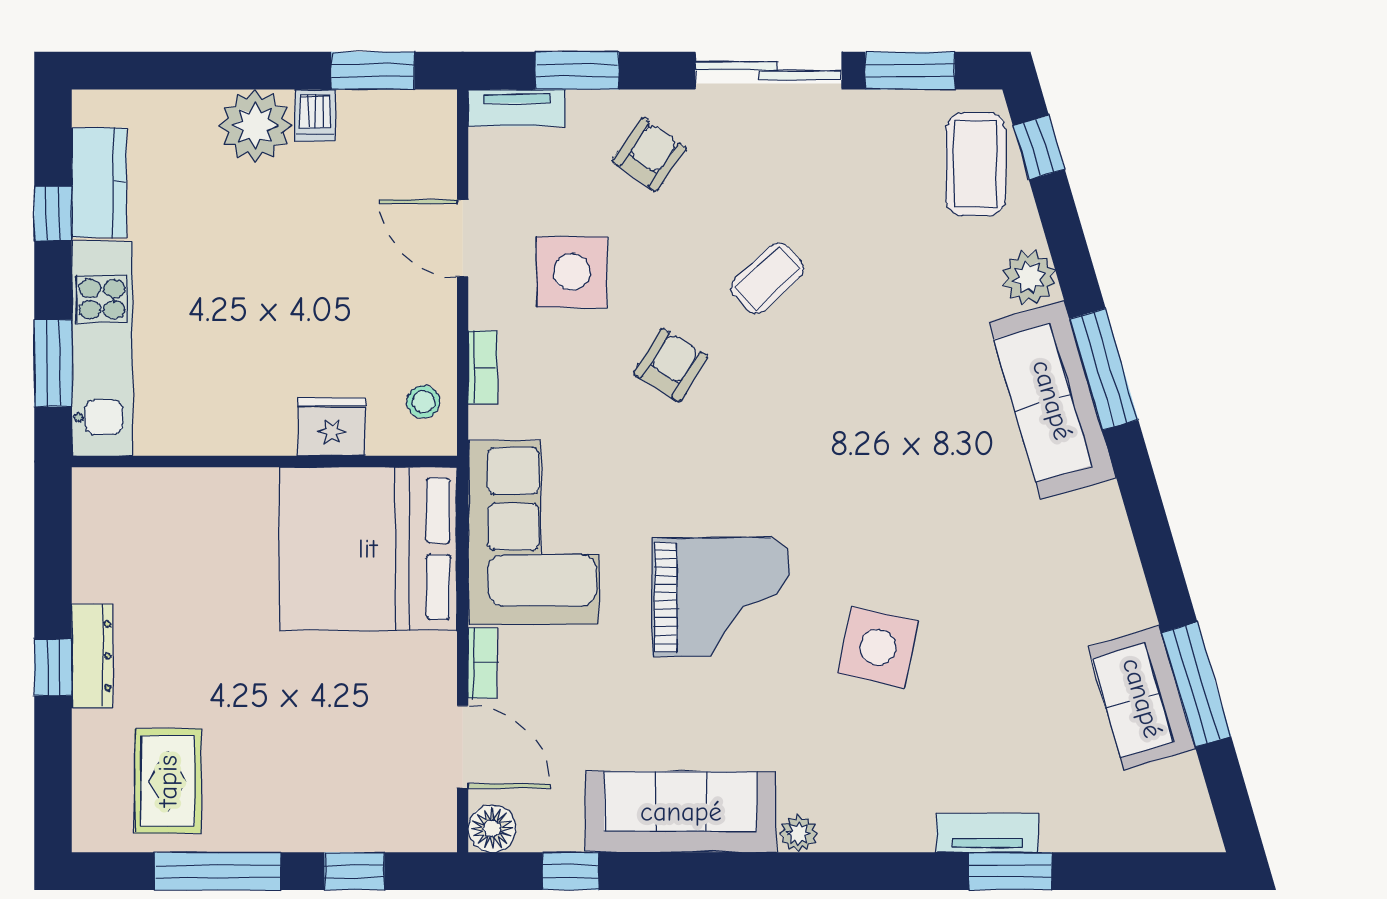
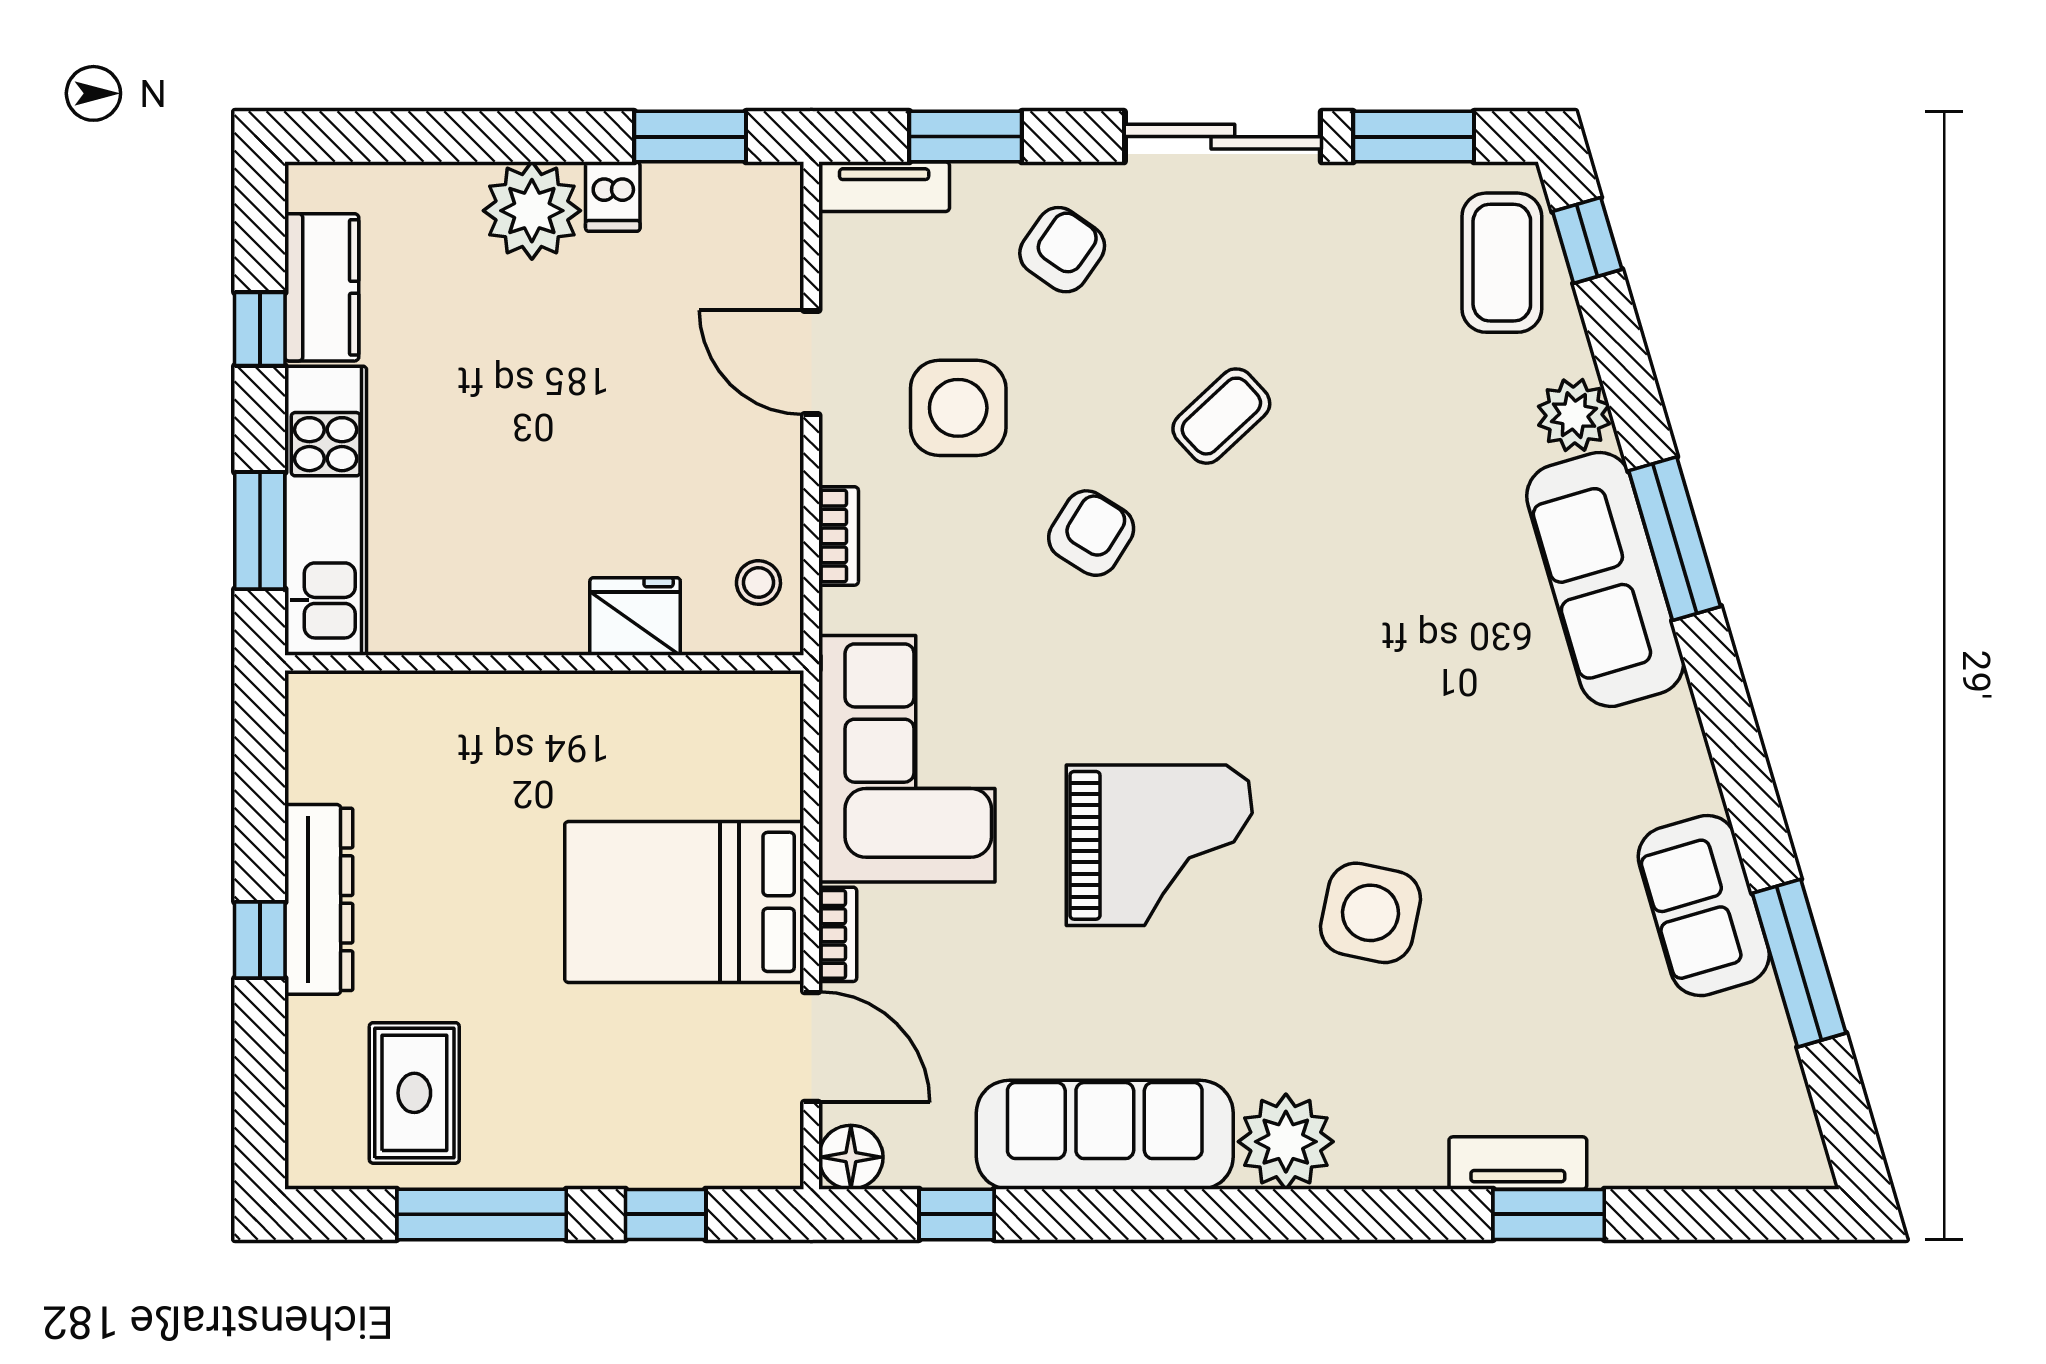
bed: (368, 549) -> (684, 902), moved, width x0.73
dresser: (92, 656) -> (319, 899), width x1.37, depth x1.24
sofa: (1142, 698) -> (1704, 906), moved
plant: (799, 834) -> (1286, 1142), width x1.87, depth x1.87

